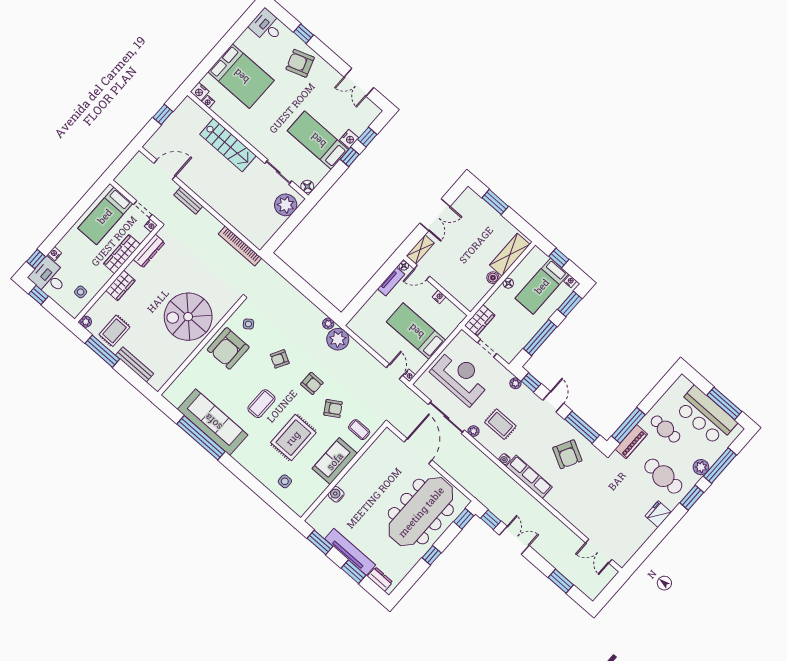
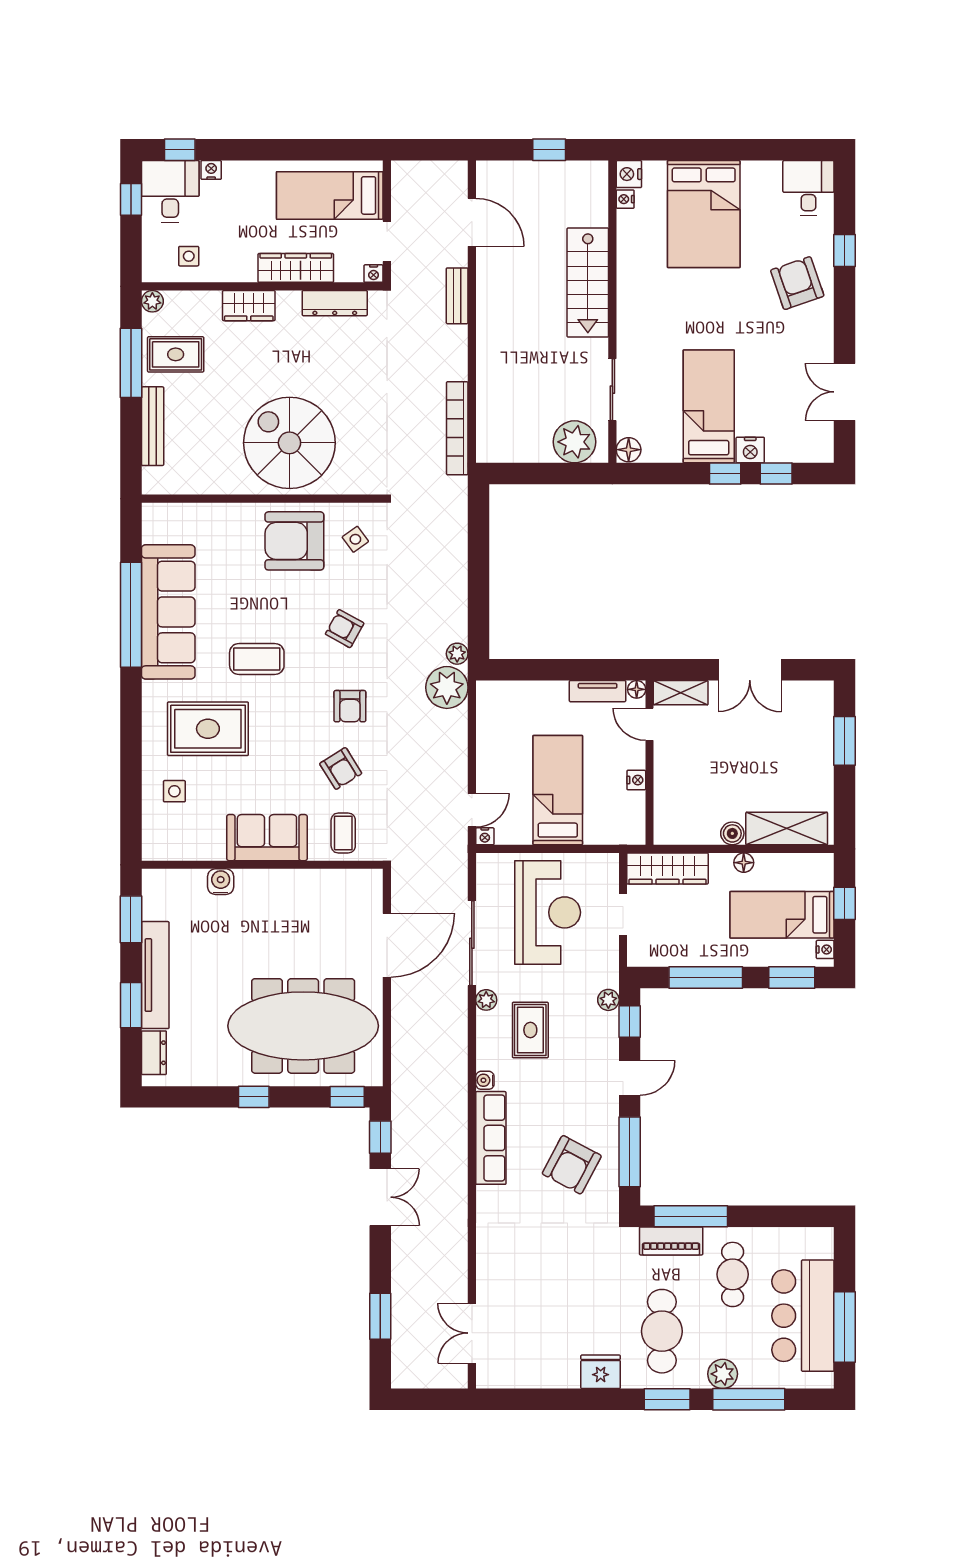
wardrobe: (480, 320) -> (667, 868), width x1.50
rug: (293, 438) -> (208, 729), moved

